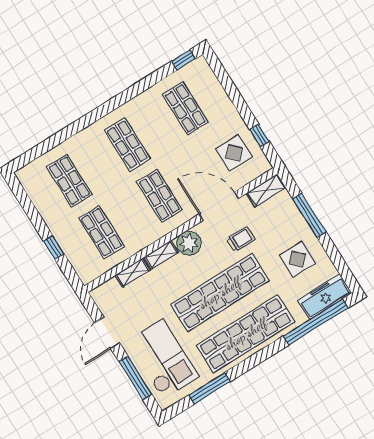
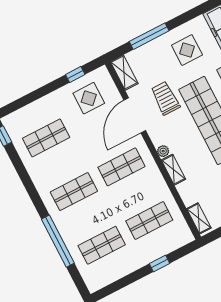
window: (70, 131) -> (58, 241), added
trolley: (241, 239) -> (165, 98), width x1.36, depth x1.39
plant: (189, 243) -> (163, 151), width x0.53, depth x0.53
shelving: (133, 273) -> (199, 218), moved

